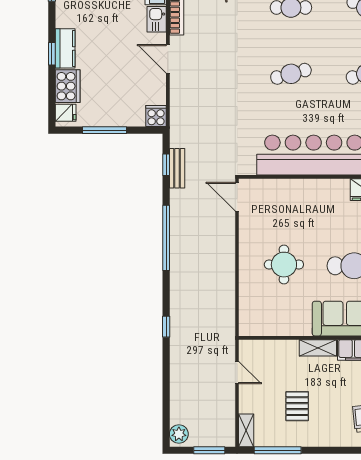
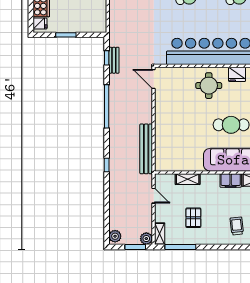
cooker: (156, 116) -> (100, 26), removed
window: (105, 130) -> (66, 35), width x0.69
round table: (284, 265) -> (209, 86), moved
bench: (226, 302) -> (146, 149), added
shelving: (318, 348) -> (188, 179), moved
plant: (226, 438) -> (146, 239), added

